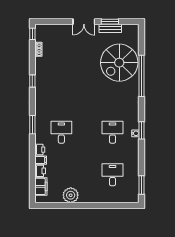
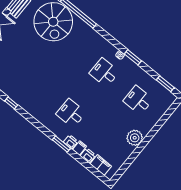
window: (32, 125) -> (61, 144), moved
window: (141, 130) -> (133, 57), moved
plant: (71, 195) -> (135, 138), moved

